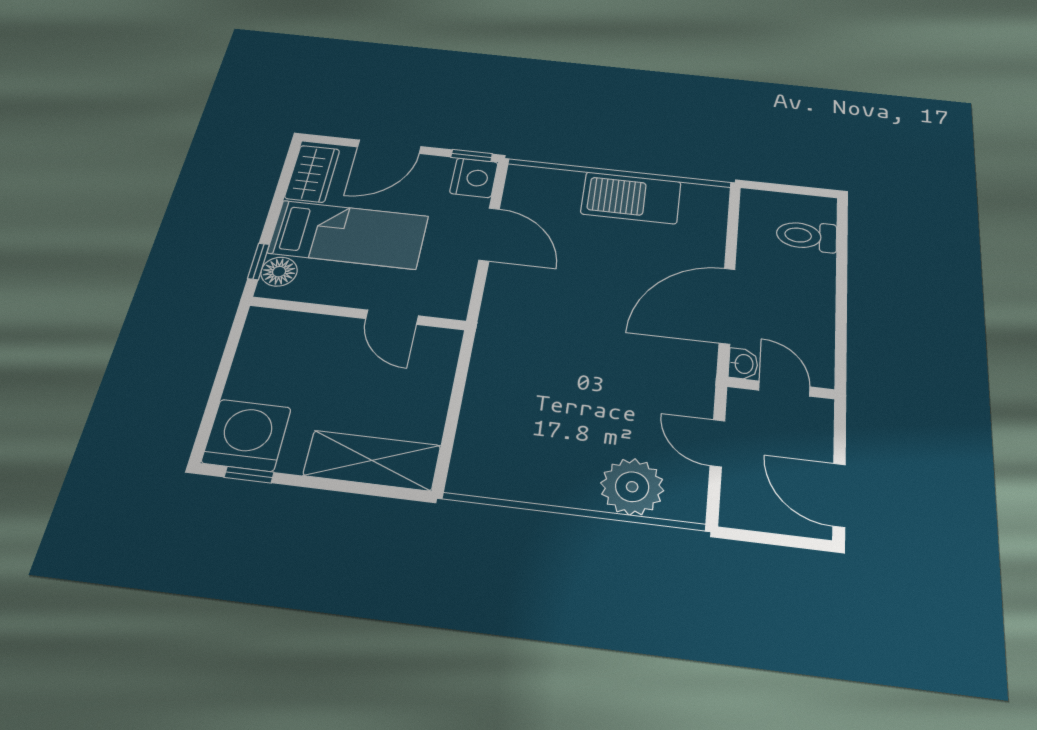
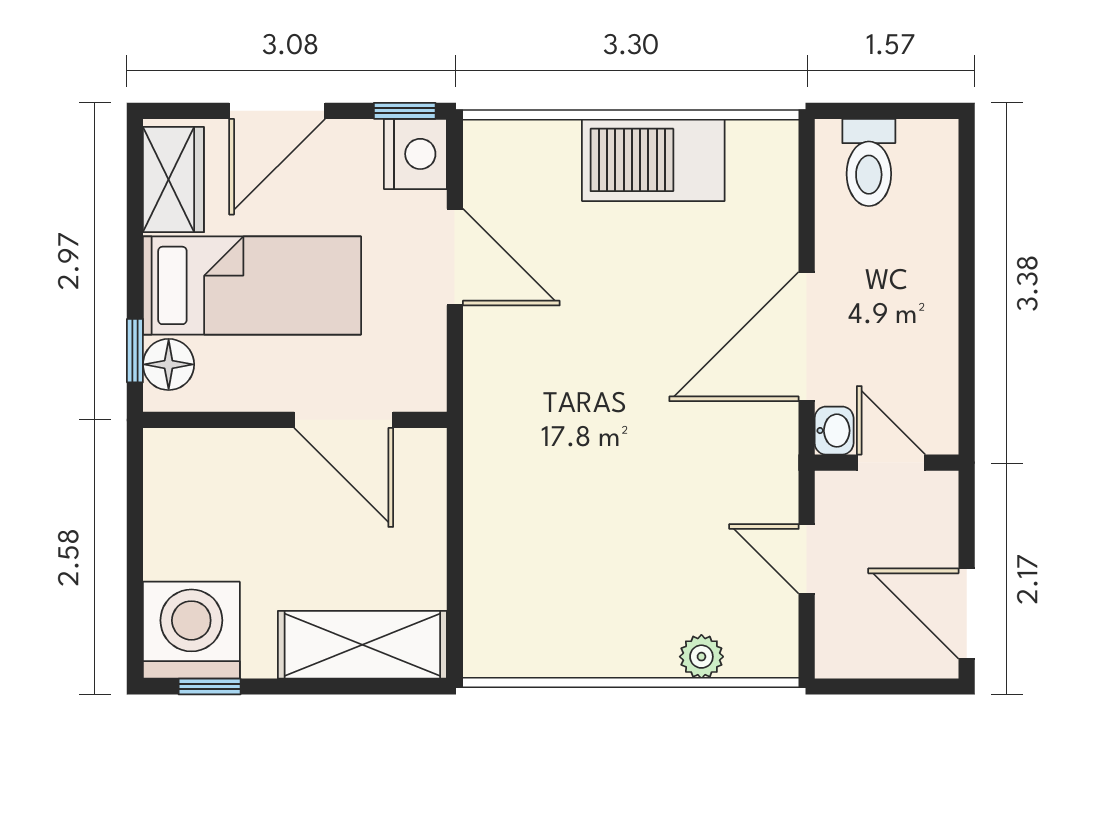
toilet: (807, 236) -> (869, 162), moved, turned -90
door: (392, 317) -> (344, 420), width x1.38
plant: (632, 487) -> (701, 657), width x0.53, depth x0.53

